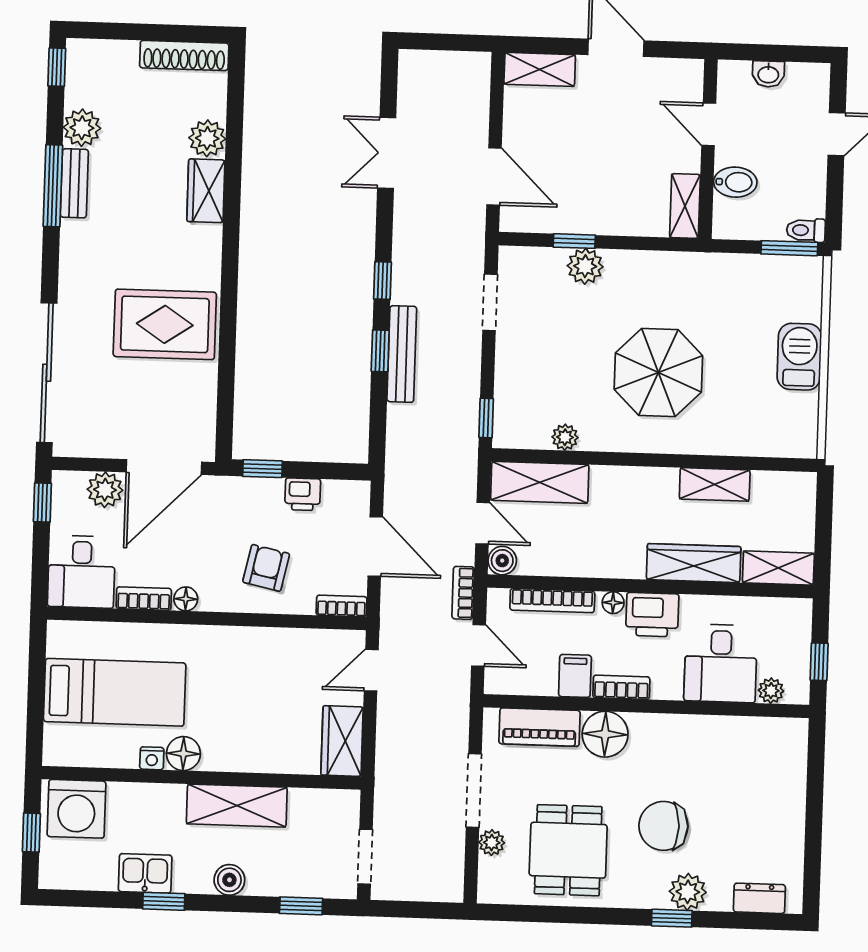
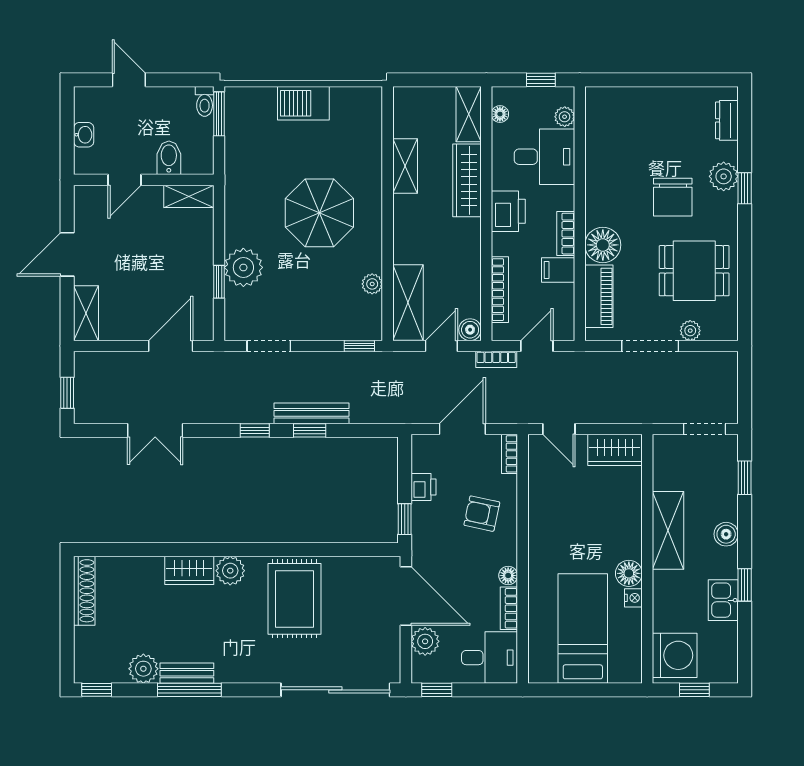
window: (439, 42) -> (67, 393), added
plant: (207, 138) -> (230, 571), moved
plant: (585, 266) -> (243, 267), width x1.36, depth x1.36
floor lamp: (613, 603) -> (500, 114), moved

